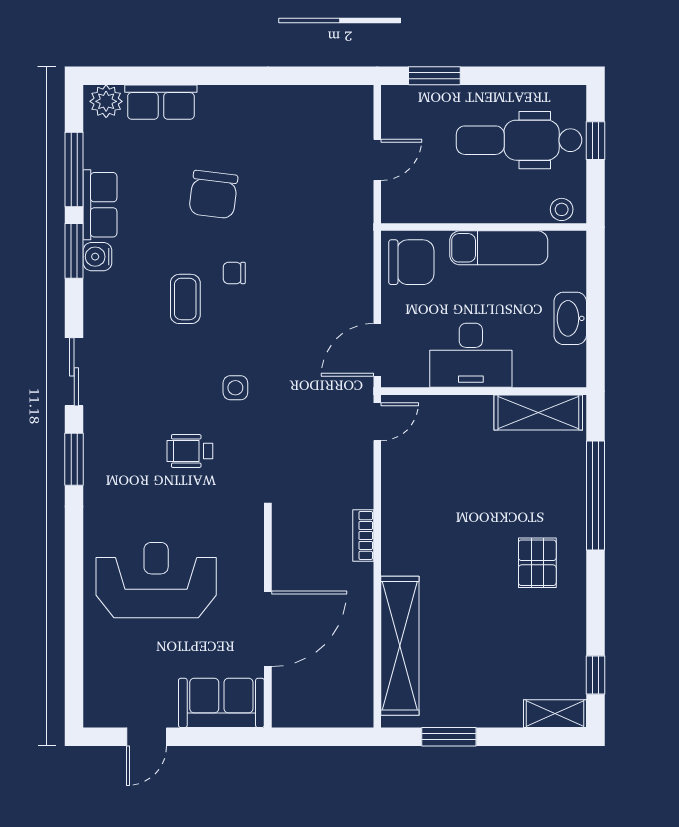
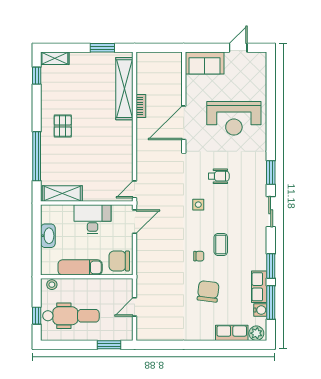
water cooler: (97, 257) -> (260, 310), moved
bookcase: (363, 535) -> (141, 106), moved
door: (268, 629) -> (184, 123), moved

